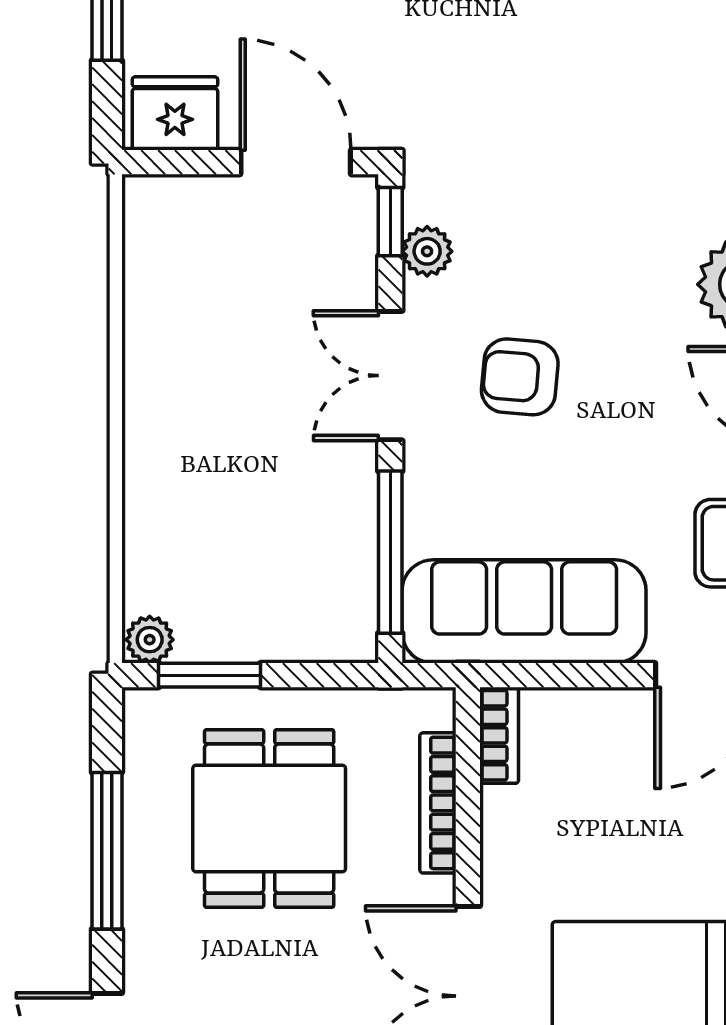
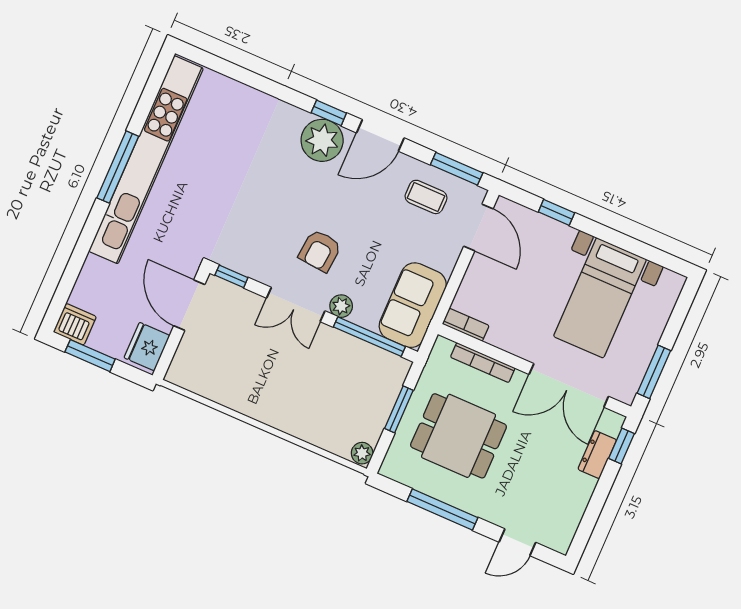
door: (296, 162) -> (189, 305), hinge flipped
plant: (427, 251) -> (341, 306), moved
sofa: (524, 611) -> (413, 305), width x0.73
window: (210, 675) -> (399, 409), moved

